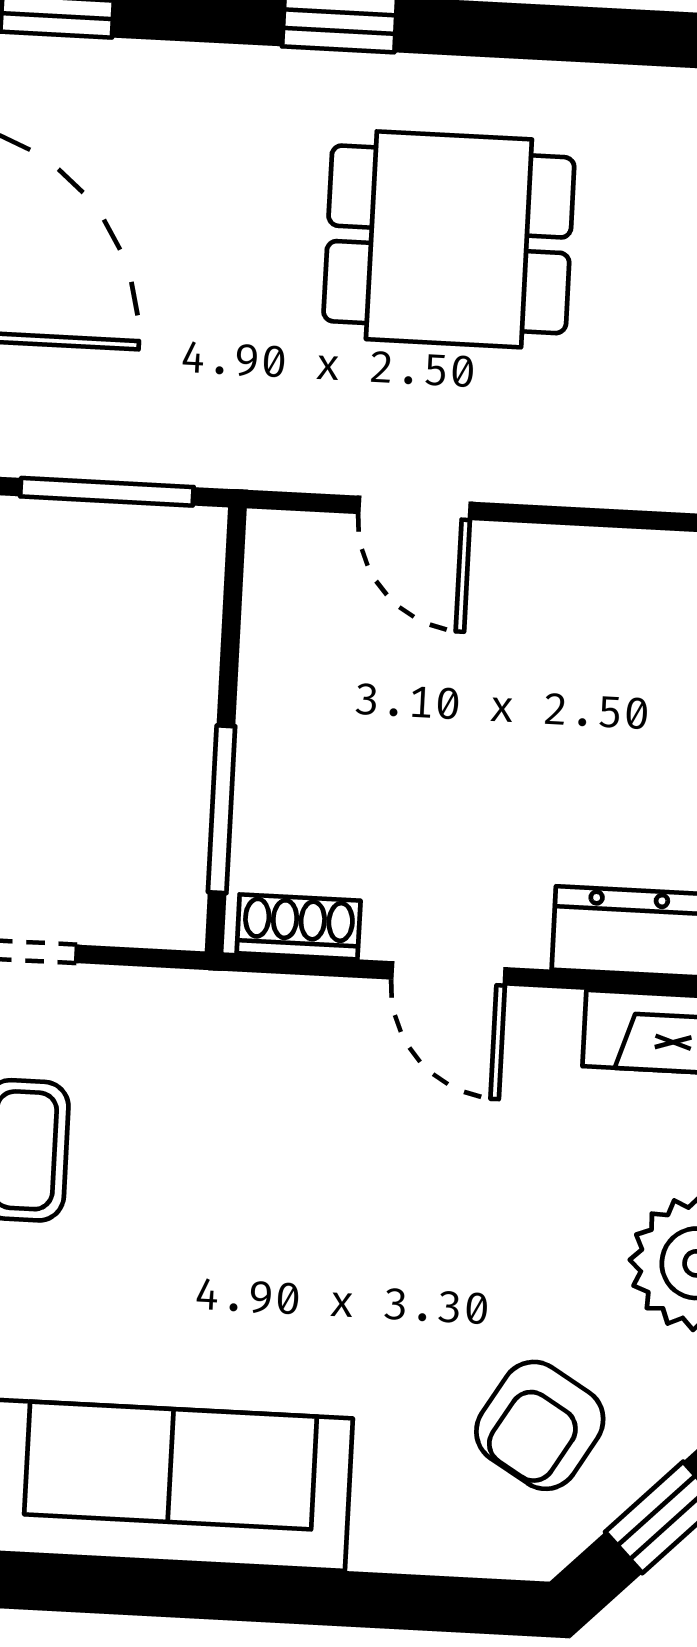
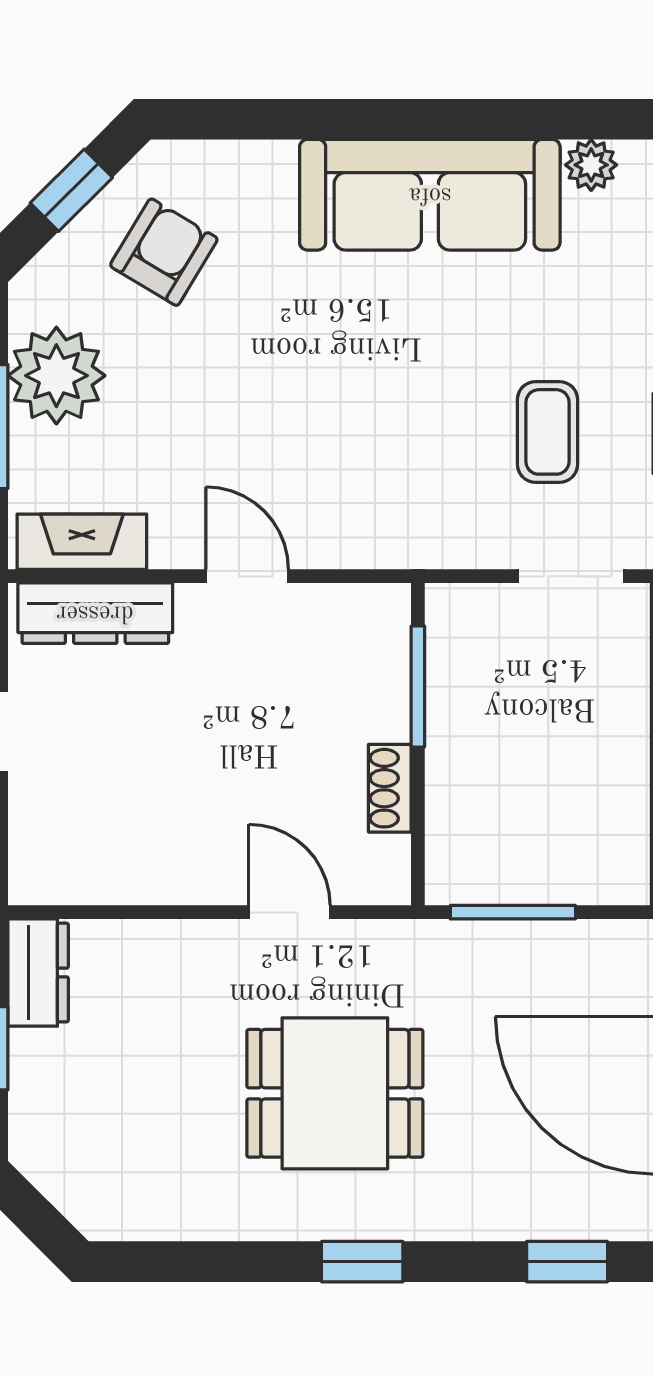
dining table: (449, 239) -> (335, 1093), moved
shoe rack: (299, 927) -> (390, 788), moved, turned 90

